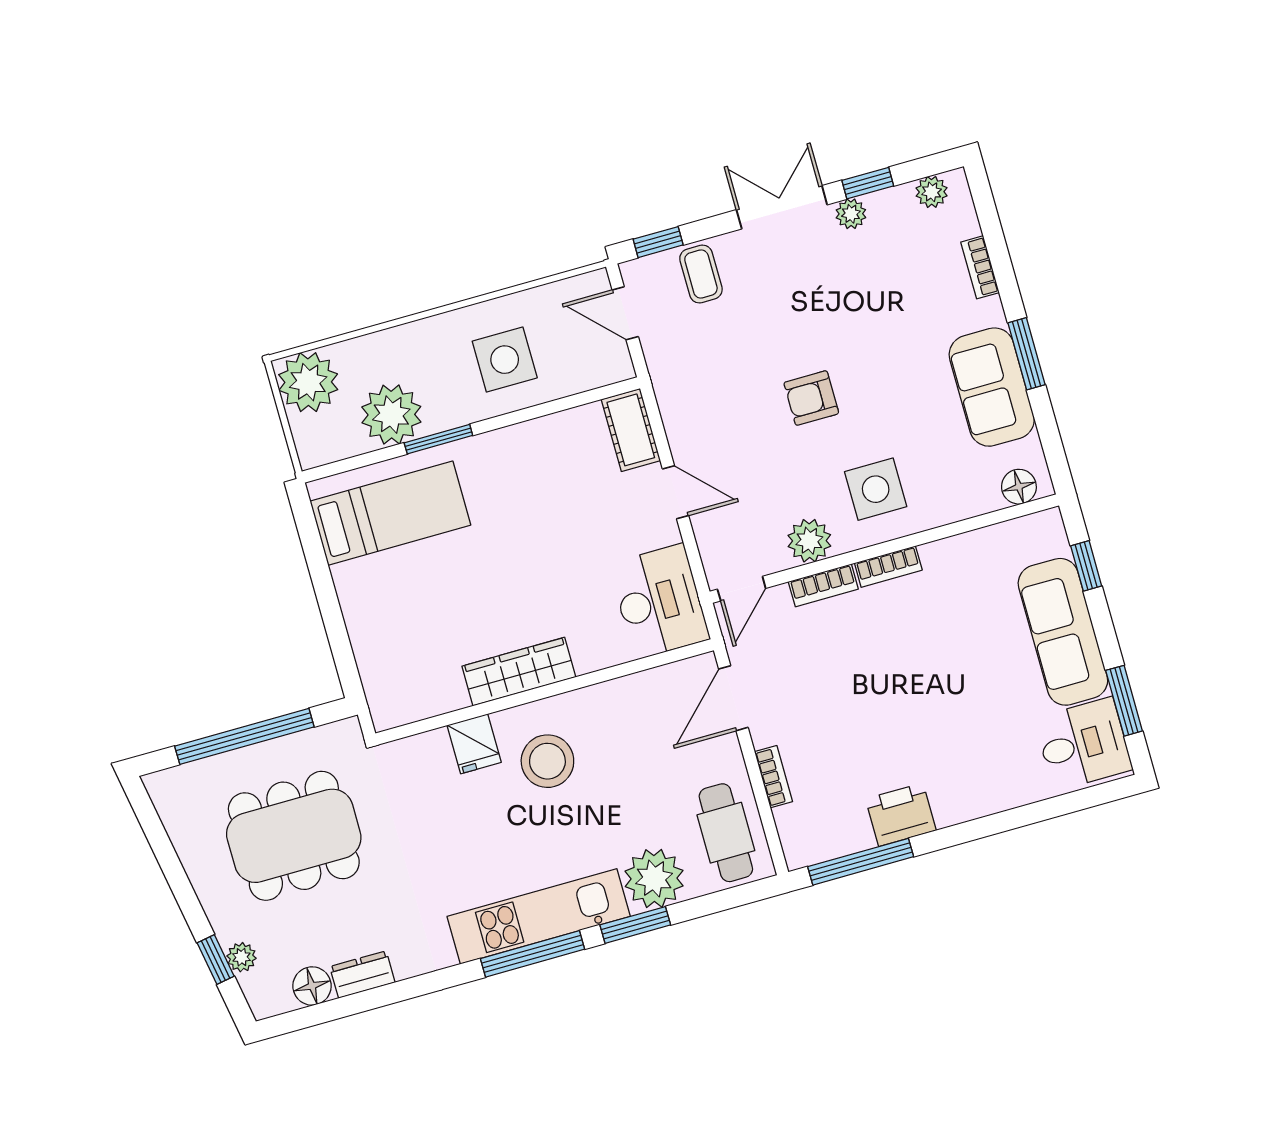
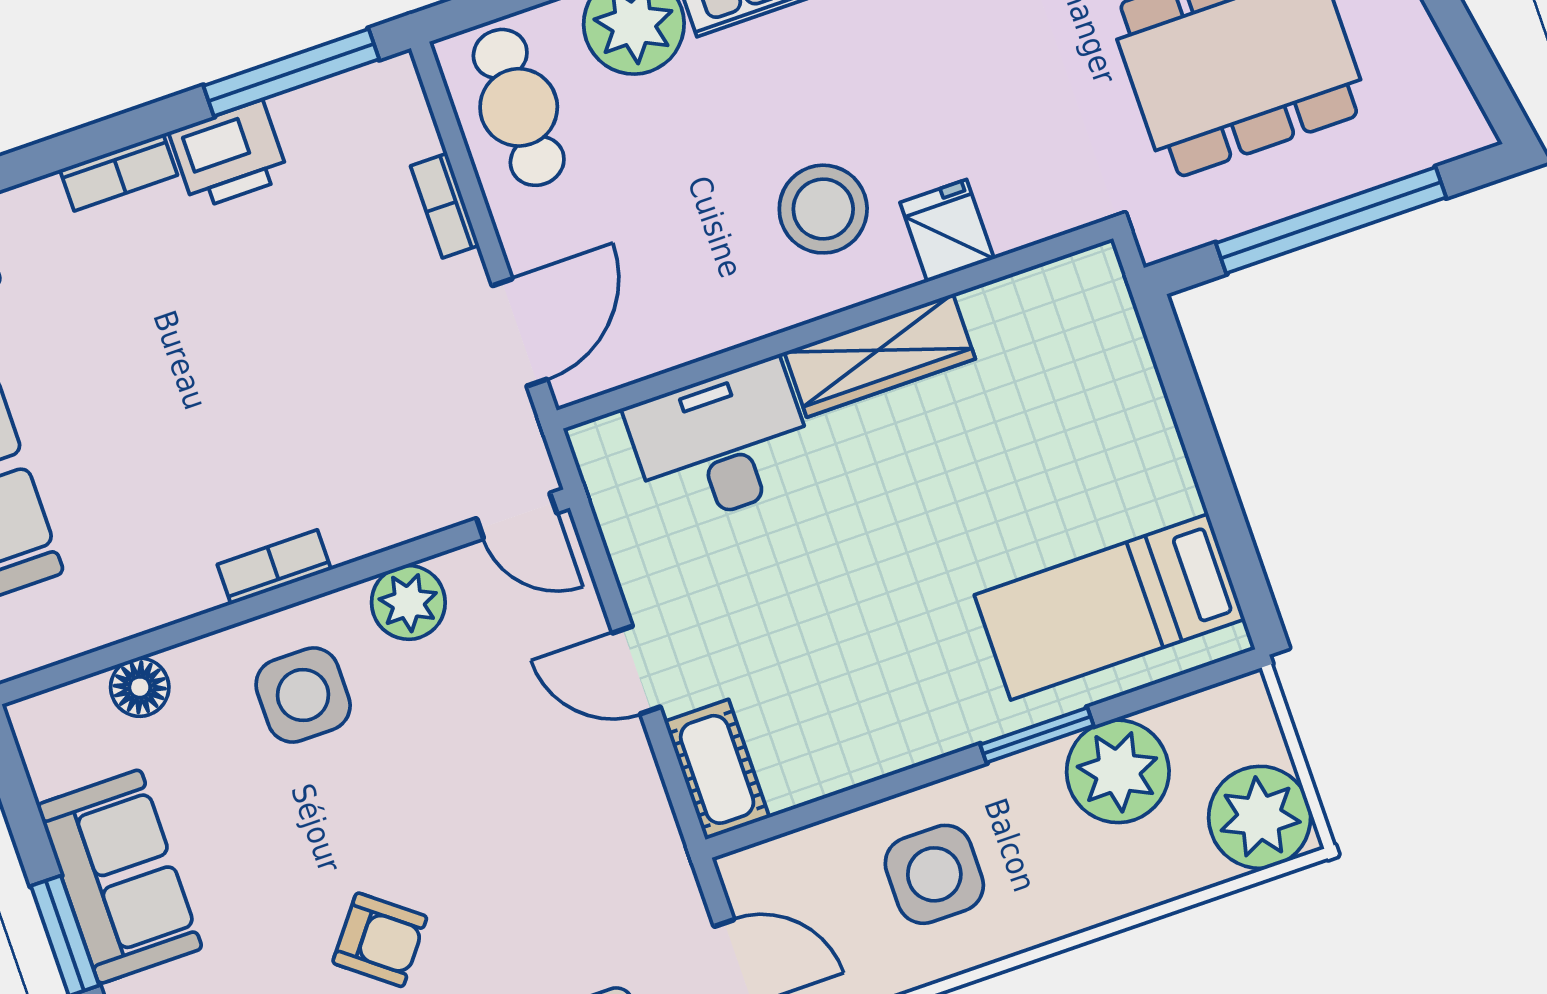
armchair: (811, 398) -> (380, 940), moved, turned 38
floor lamp: (1019, 487) -> (140, 687), moved
bookcase: (823, 585) -> (119, 172), moved, turned 180
door: (742, 589) -> (517, 516), swing flipped
desk: (659, 601) -> (722, 443), moved, turned 90

